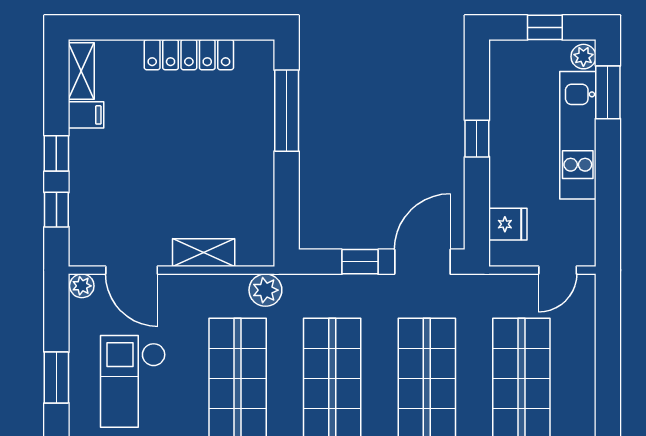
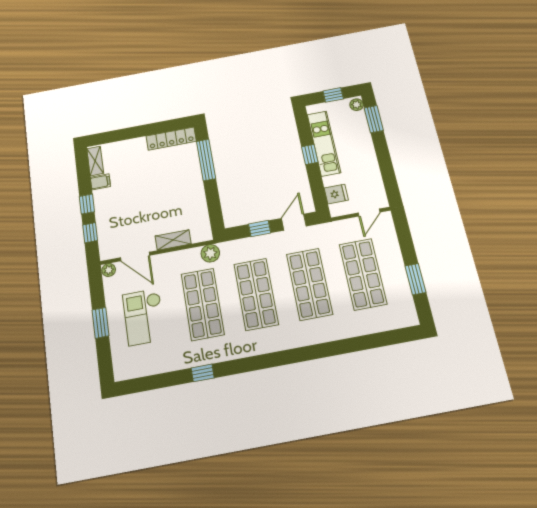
locker: (189, 55) -> (171, 139), moved
kitchen unit: (578, 135) -> (324, 143), moved, turned 180
door: (422, 262) -> (294, 222), width x0.73
window: (608, 404) -> (415, 279), added

